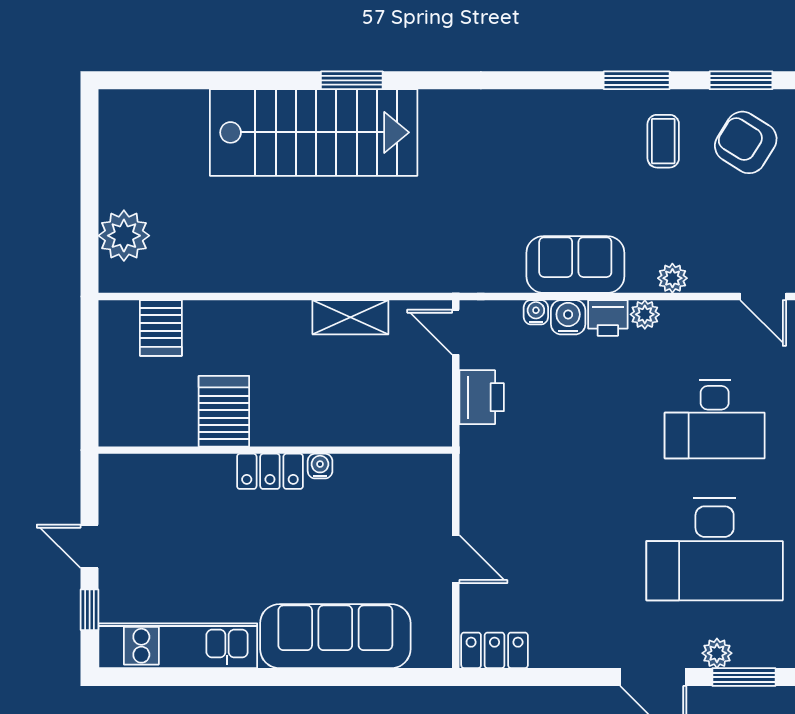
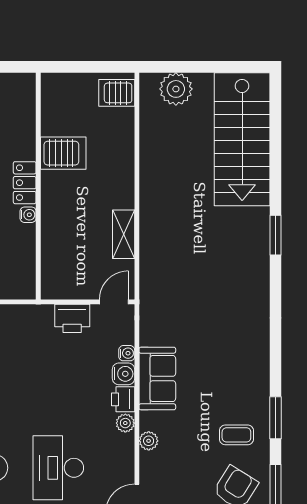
stairs: (314, 132) -> (242, 139), moved
server rack: (161, 328) -> (117, 93), moved

